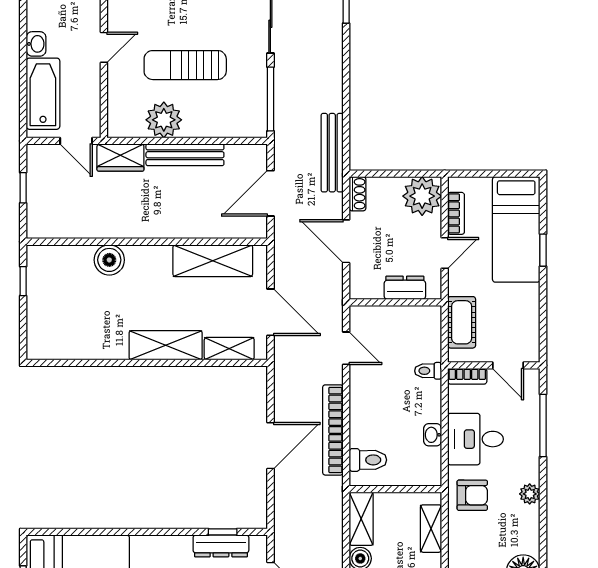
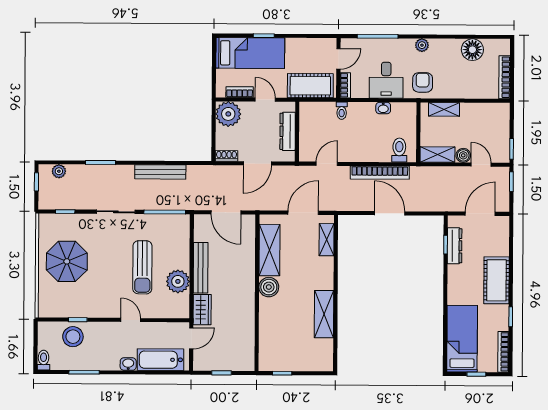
bench: (332, 153) -> (160, 172), moved
boiler: (109, 260) -> (269, 287), moved
dresser: (405, 288) -> (288, 131), width x1.44
cot: (462, 322) -> (310, 86), width x1.37, depth x1.34
shelving: (166, 345) -> (324, 314), moved

